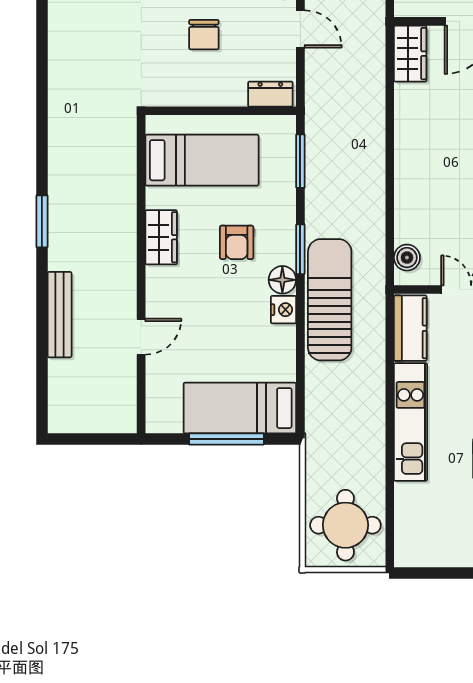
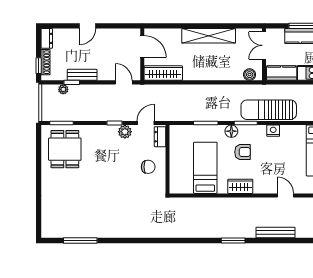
wardrobe: (410, 54) -> (163, 73), width x1.50
dresser: (270, 94) -> (160, 137), moved
wall: (221, 111) -> (168, 159), moved
floor lamp: (282, 280) -> (231, 131), moved

